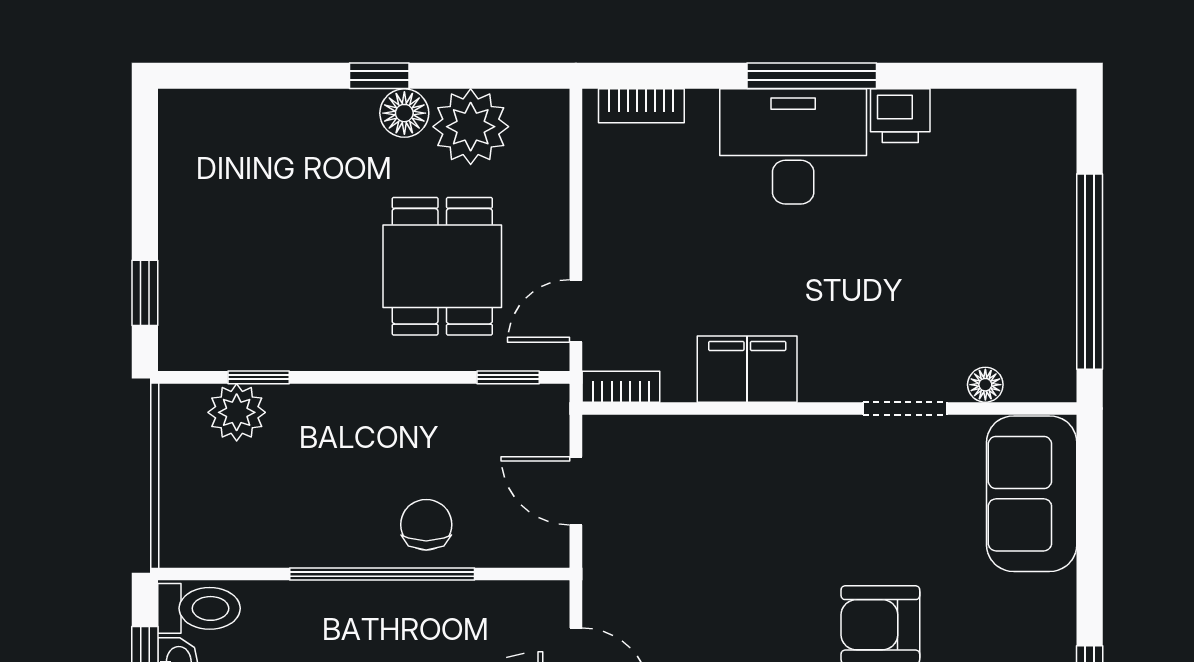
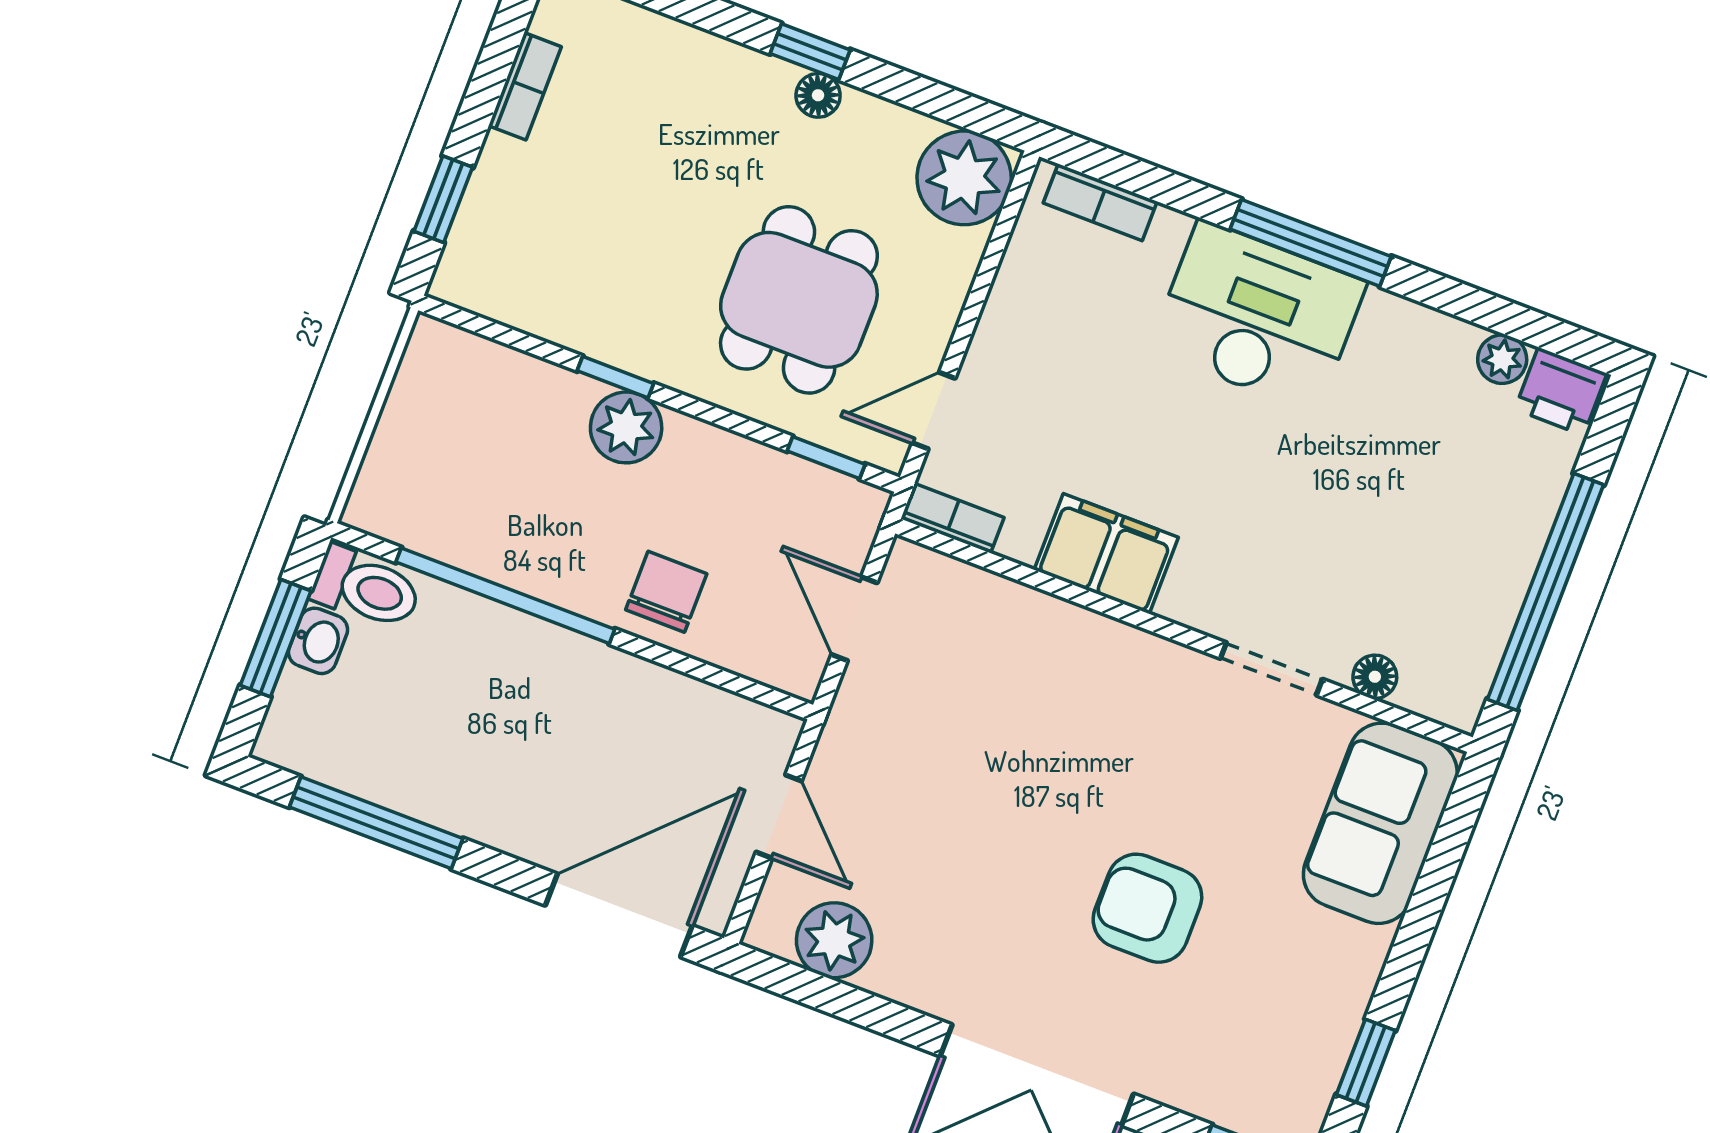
plant: (990, 108) -> (1502, 359), added
floor lamp: (404, 113) -> (818, 95), width x0.73, depth x0.73
printer: (900, 116) -> (1561, 391), moved
plant: (471, 127) -> (964, 178), moved
bookcase: (174, 184) -> (525, 86), added
window: (259, 377) -> (615, 377), moved
plant: (237, 412) -> (626, 427), moved
window: (382, 574) -> (505, 596), moved

